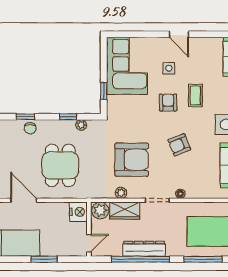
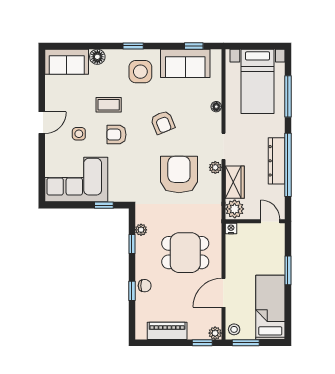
plant: (121, 193) -> (215, 167), moved
floor lamp: (180, 194) -> (216, 107), moved
nightstand: (78, 212) -> (231, 229), width x0.53, depth x0.56

